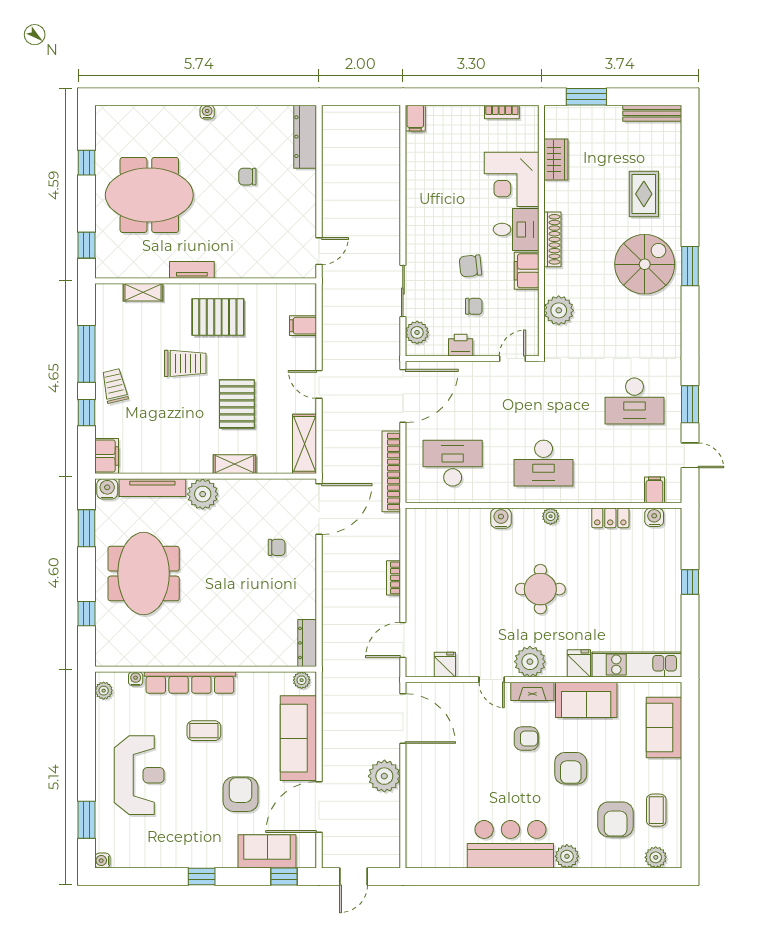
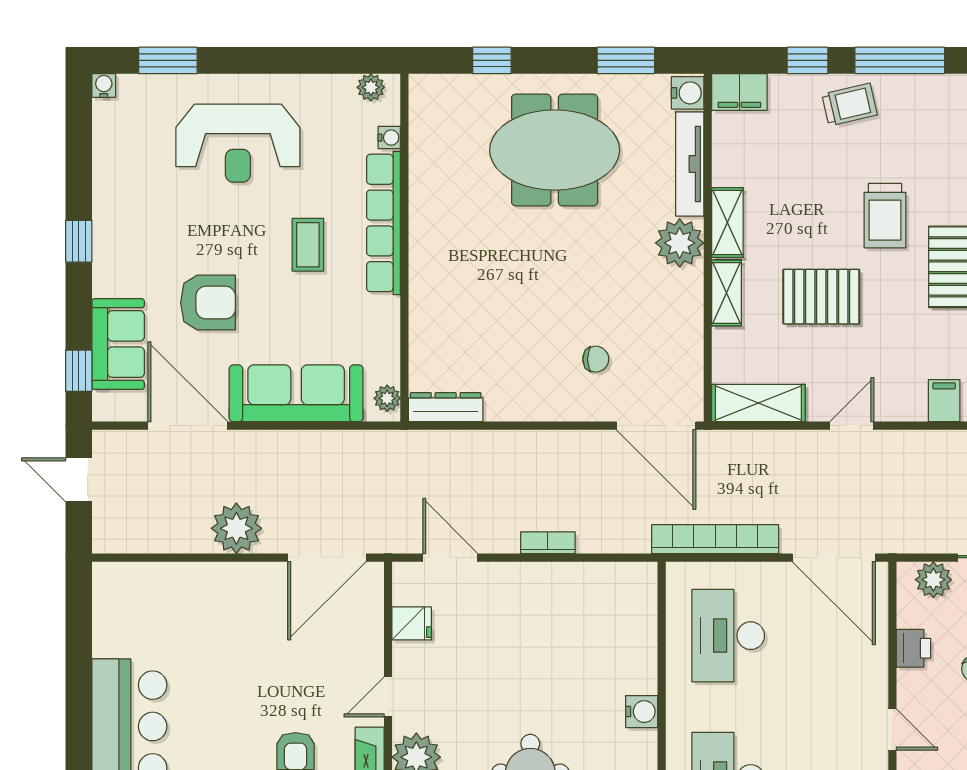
desk: (453, 463) -> (728, 636), turned 180
shelving: (190, 464) -> (727, 222), added
chair: (277, 547) -> (596, 359), turned -90

